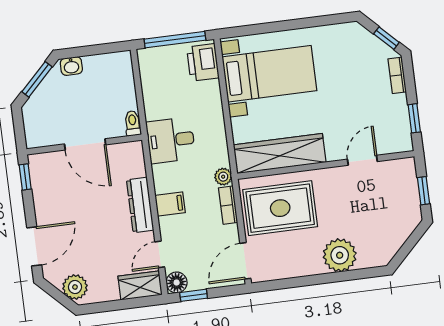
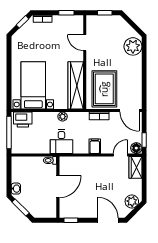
plant: (223, 177) -> (63, 117), moved
dresser: (140, 205) -> (93, 162), removed
door: (160, 254) -> (120, 155), swing flipped
plant: (340, 255) -> (133, 46), moved

